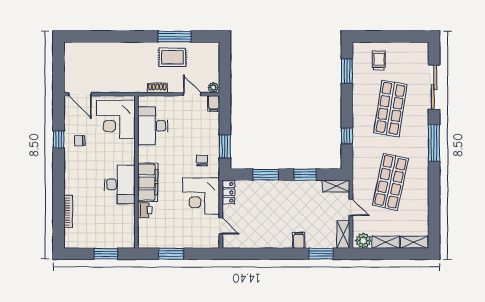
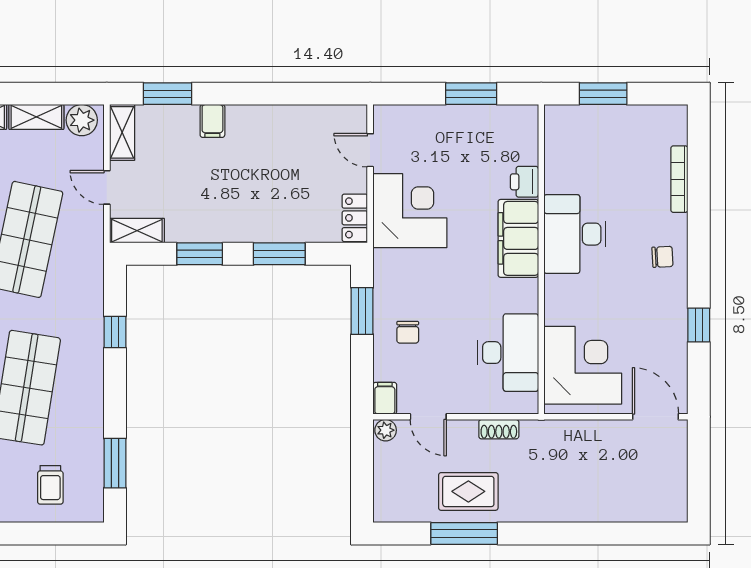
chair: (80, 141) -> (662, 257), moved
chair: (202, 160) -> (408, 332), moved

